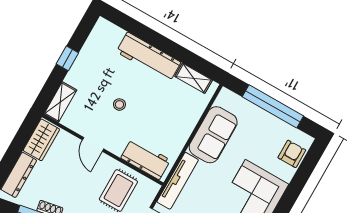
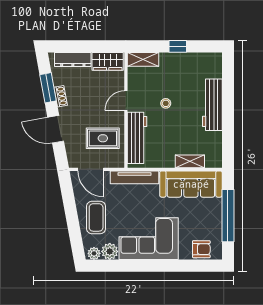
shelving: (194, 78) -> (190, 161), moved, turned 90
sofa: (213, 135) -> (191, 184), width x1.36
workbench: (146, 159) -> (137, 138), width x1.38

